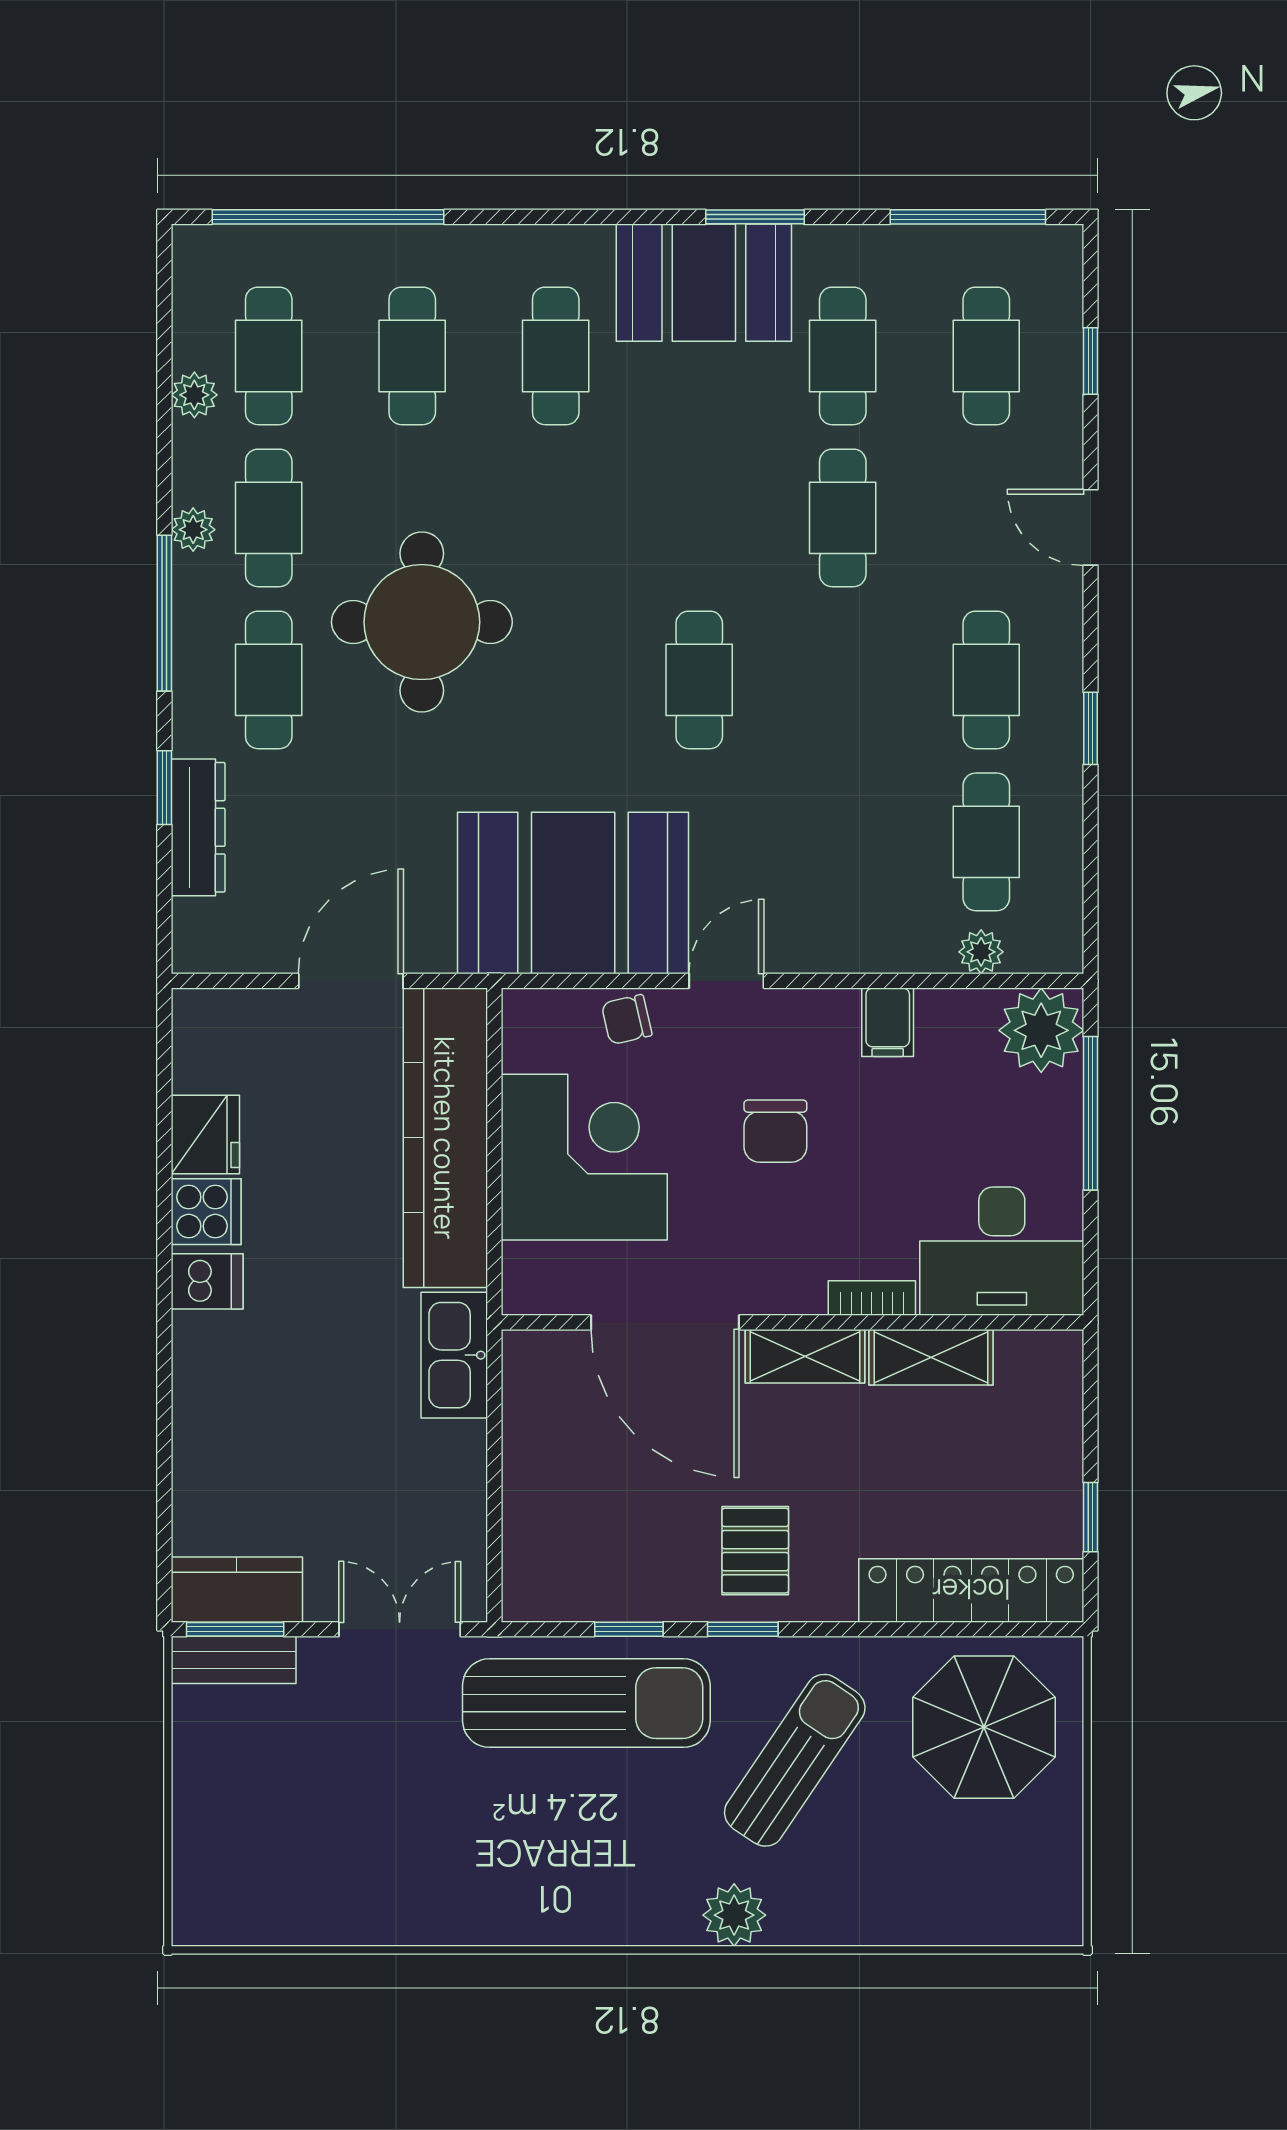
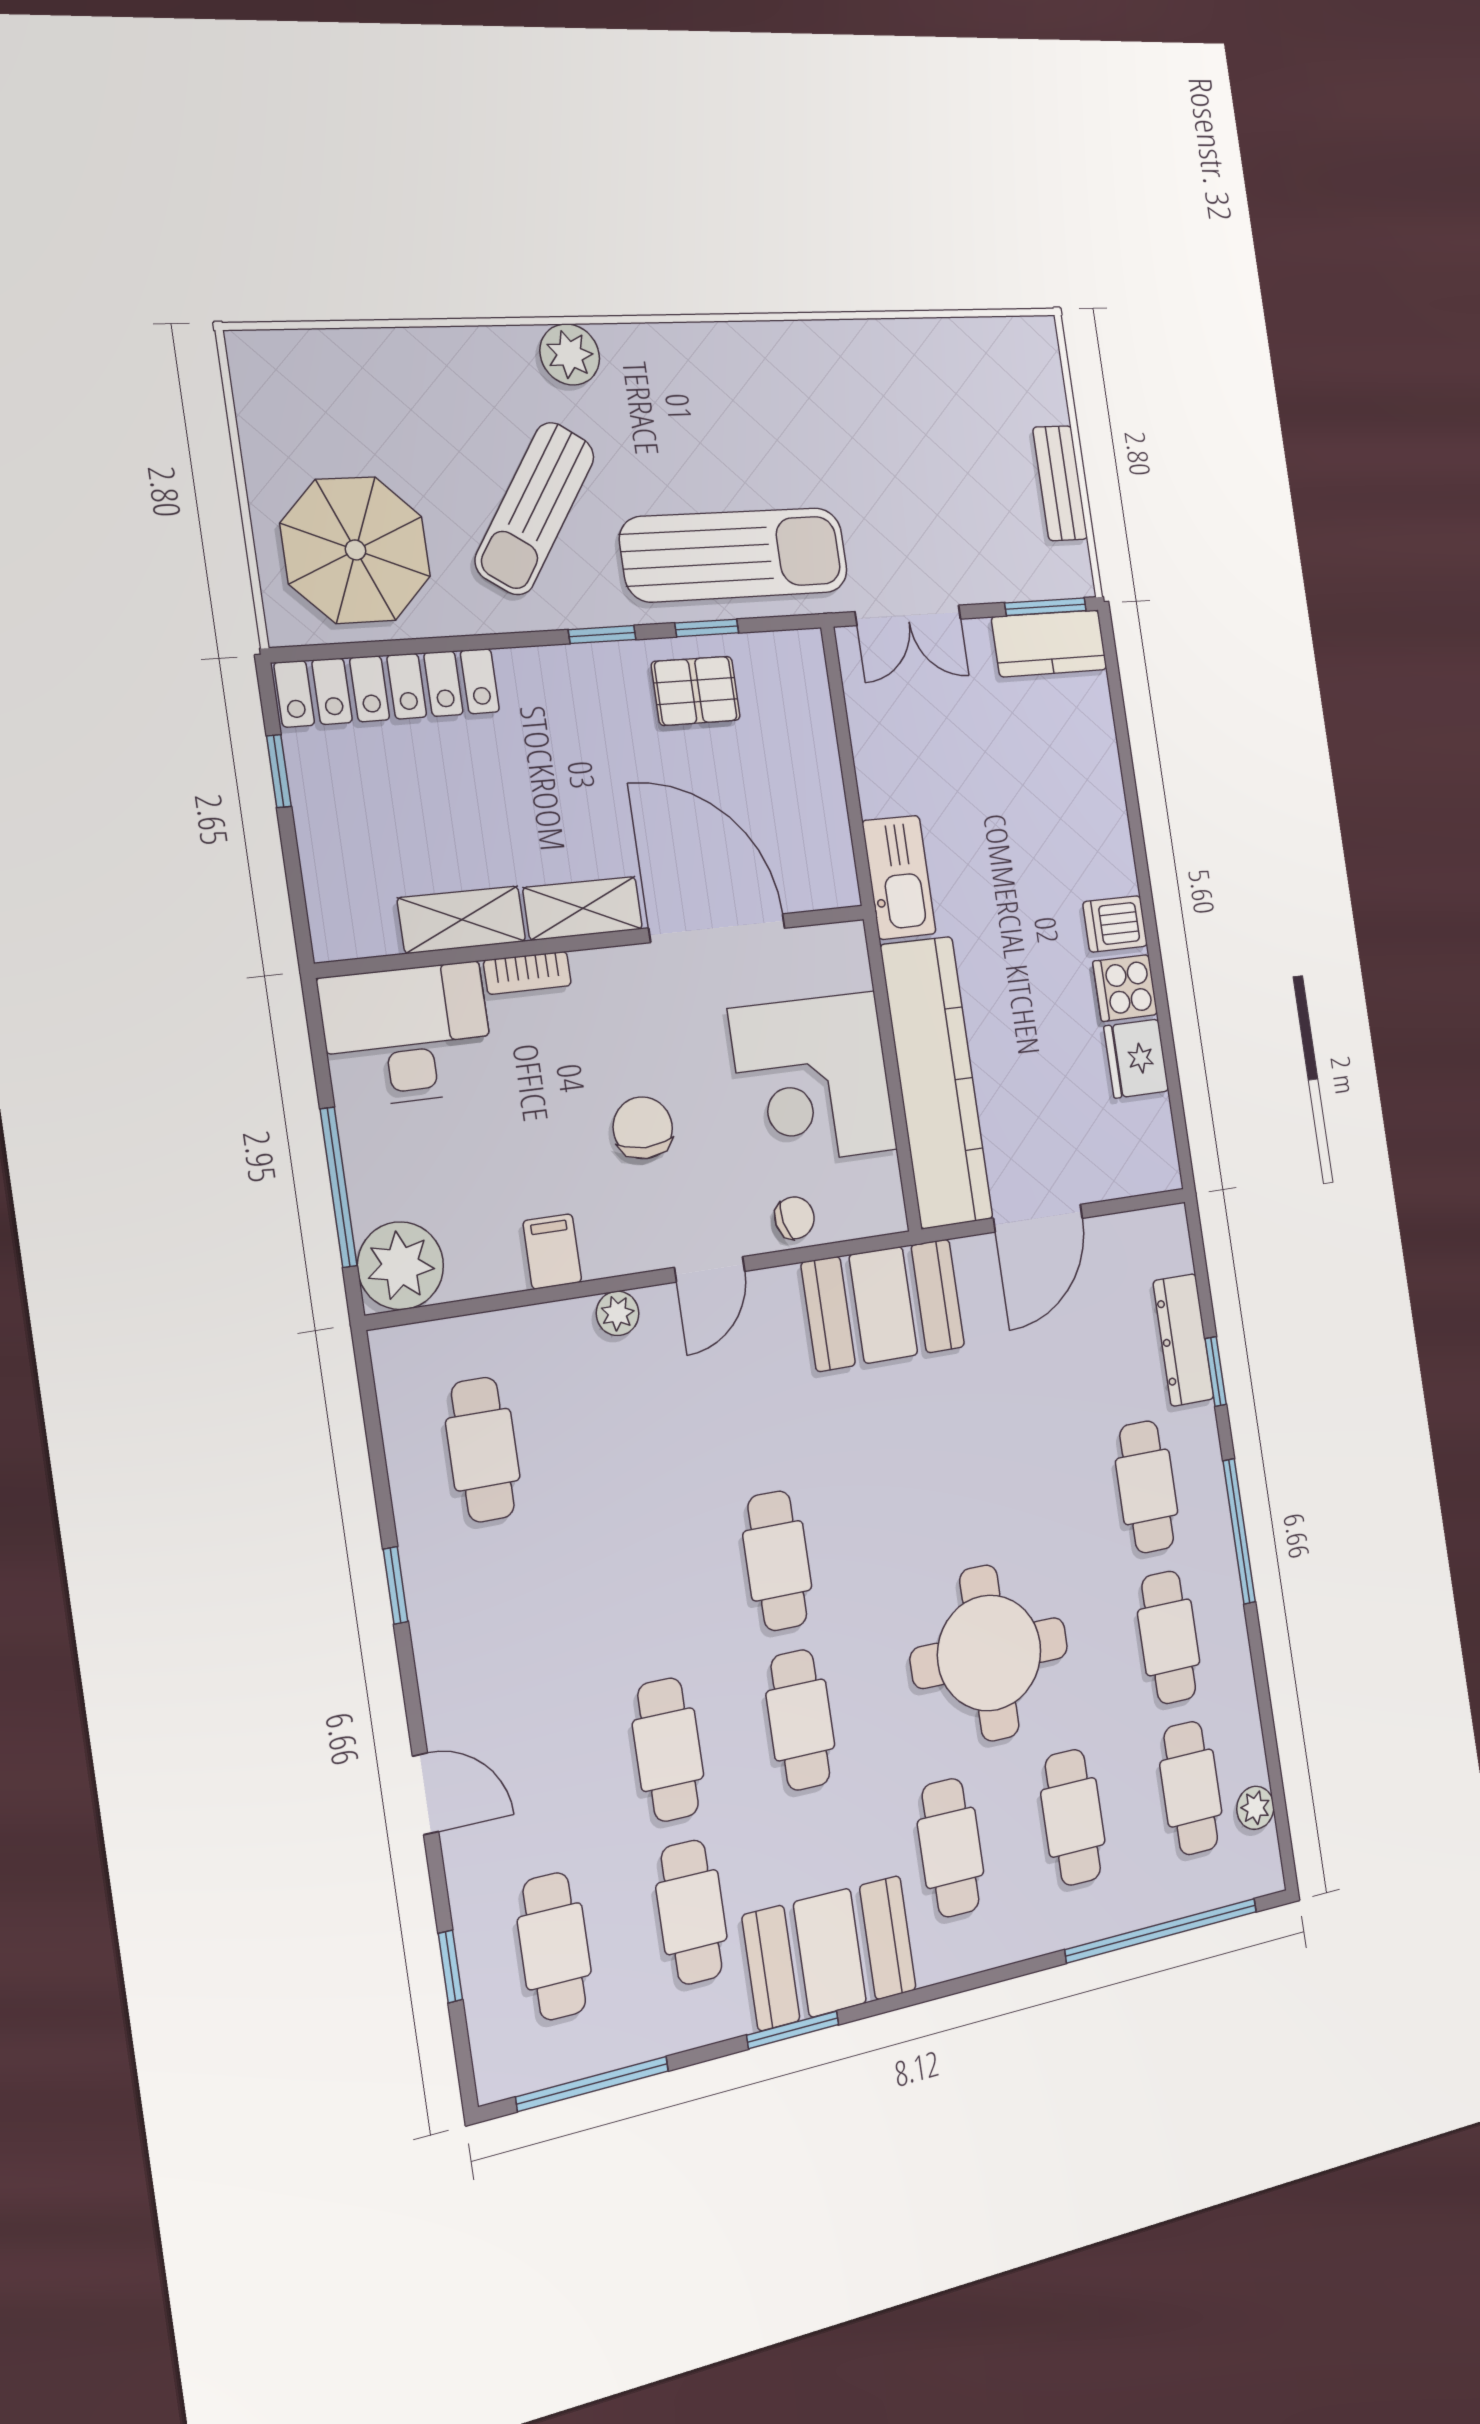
plant: (194, 395) -> (1255, 1808), moved
plant: (193, 530) -> (1228, 1613), removed
round table: (422, 622) -> (989, 1653), moved
cafe table: (986, 680) -> (800, 1720), moved
booth: (573, 893) -> (883, 1305), width x0.73, depth x0.70
plant: (981, 952) -> (618, 1313), moved
pallet: (755, 1551) -> (696, 691), moved, turned 90
bench: (234, 1660) -> (1060, 483), moved, turned 90
sun lounger: (586, 1703) -> (735, 555), turned 180

